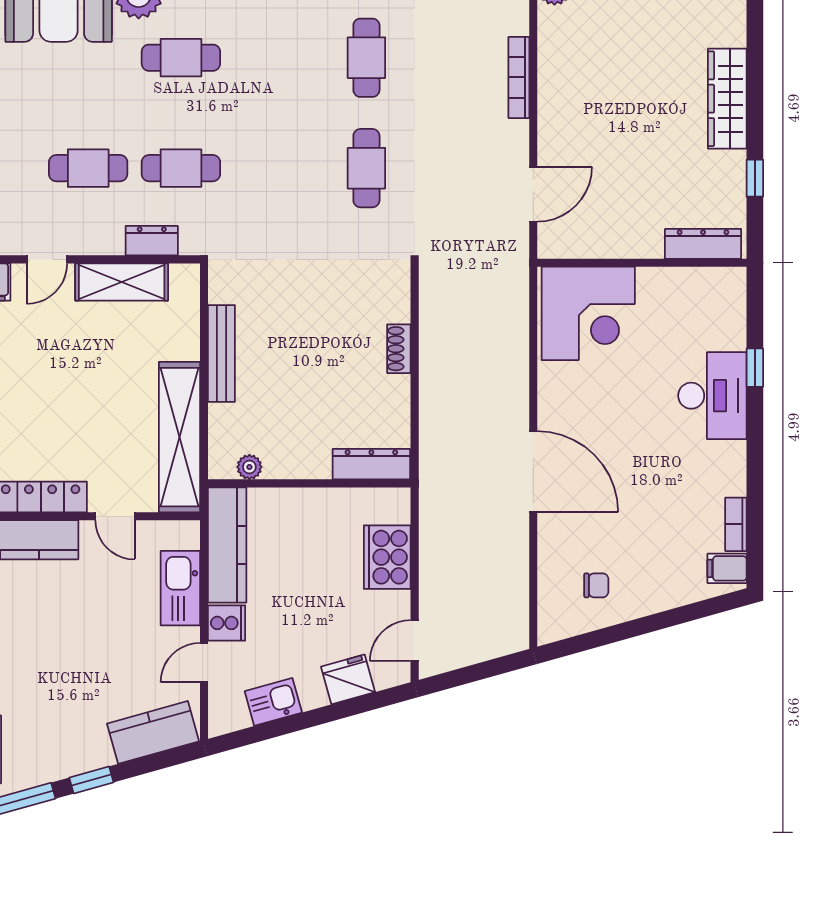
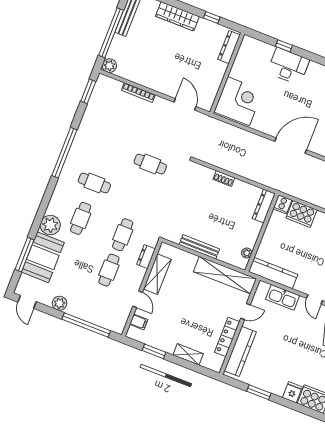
cafe table: (366, 58) -> (94, 183), moved
cooker: (227, 623) -> (282, 204), moved, turned 180

